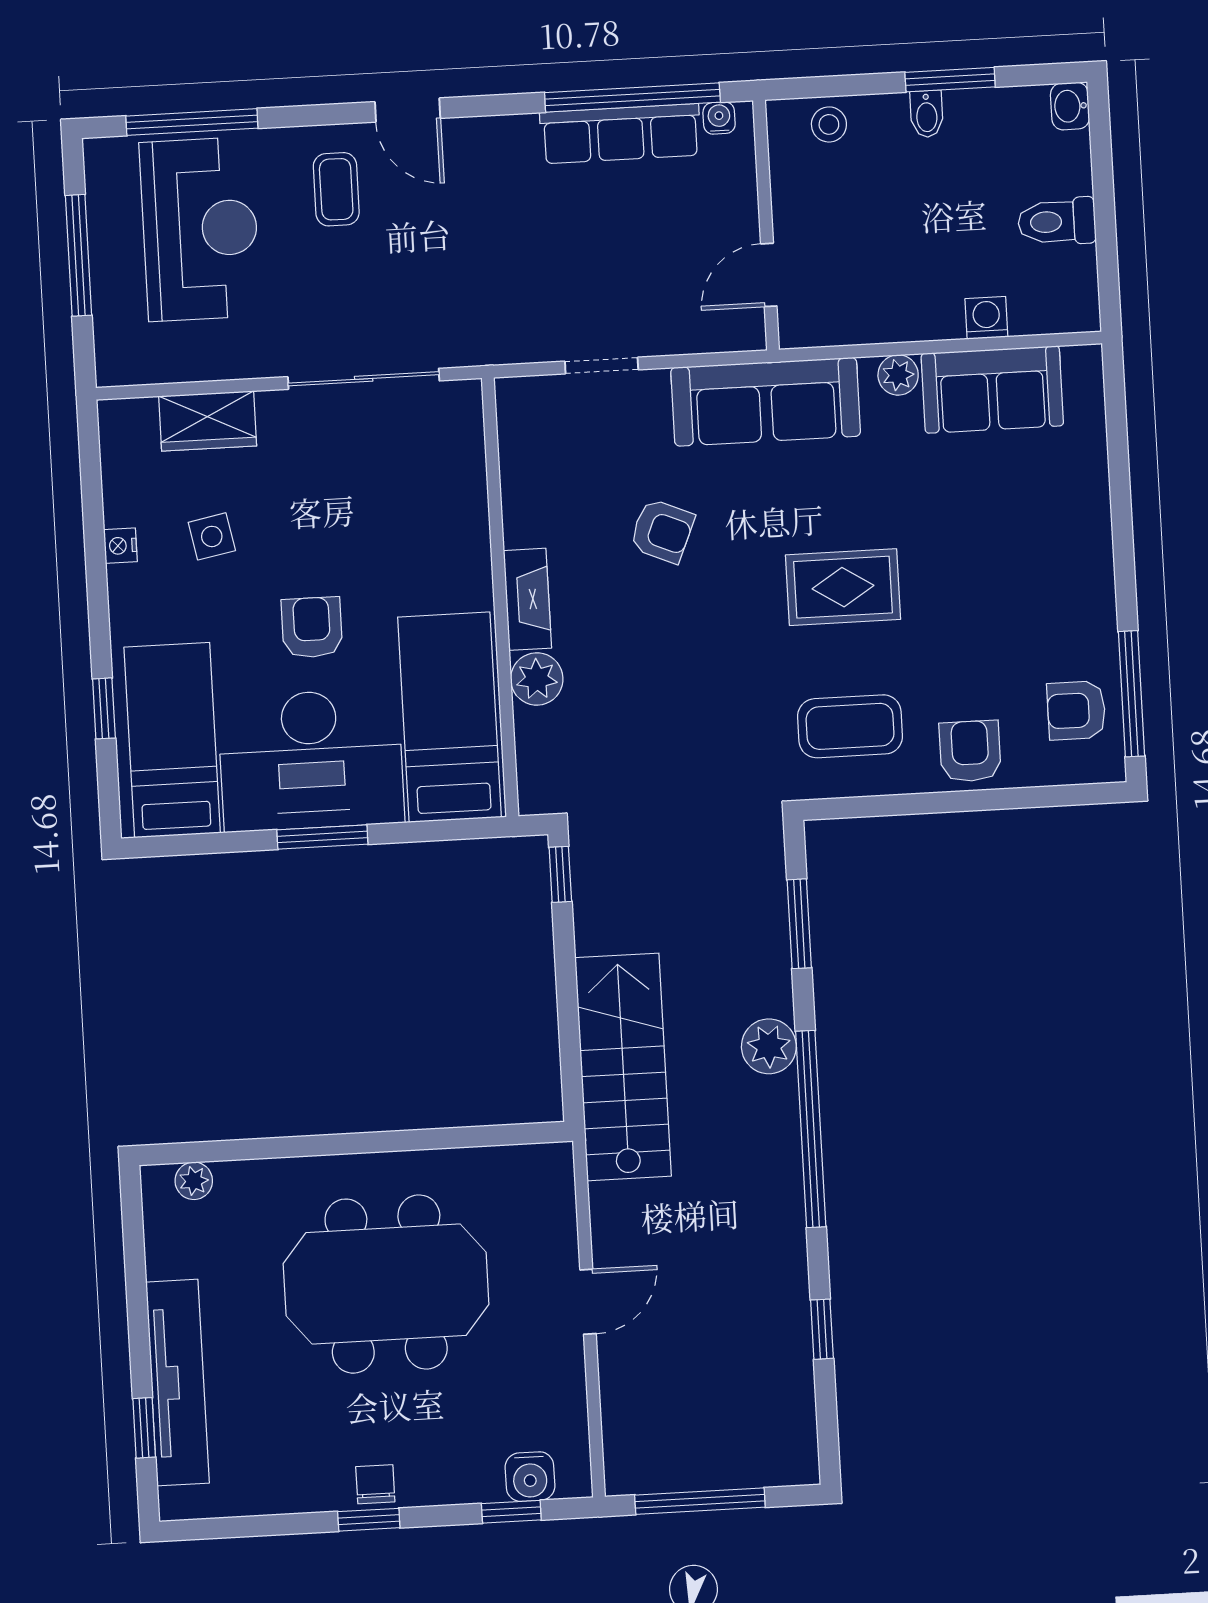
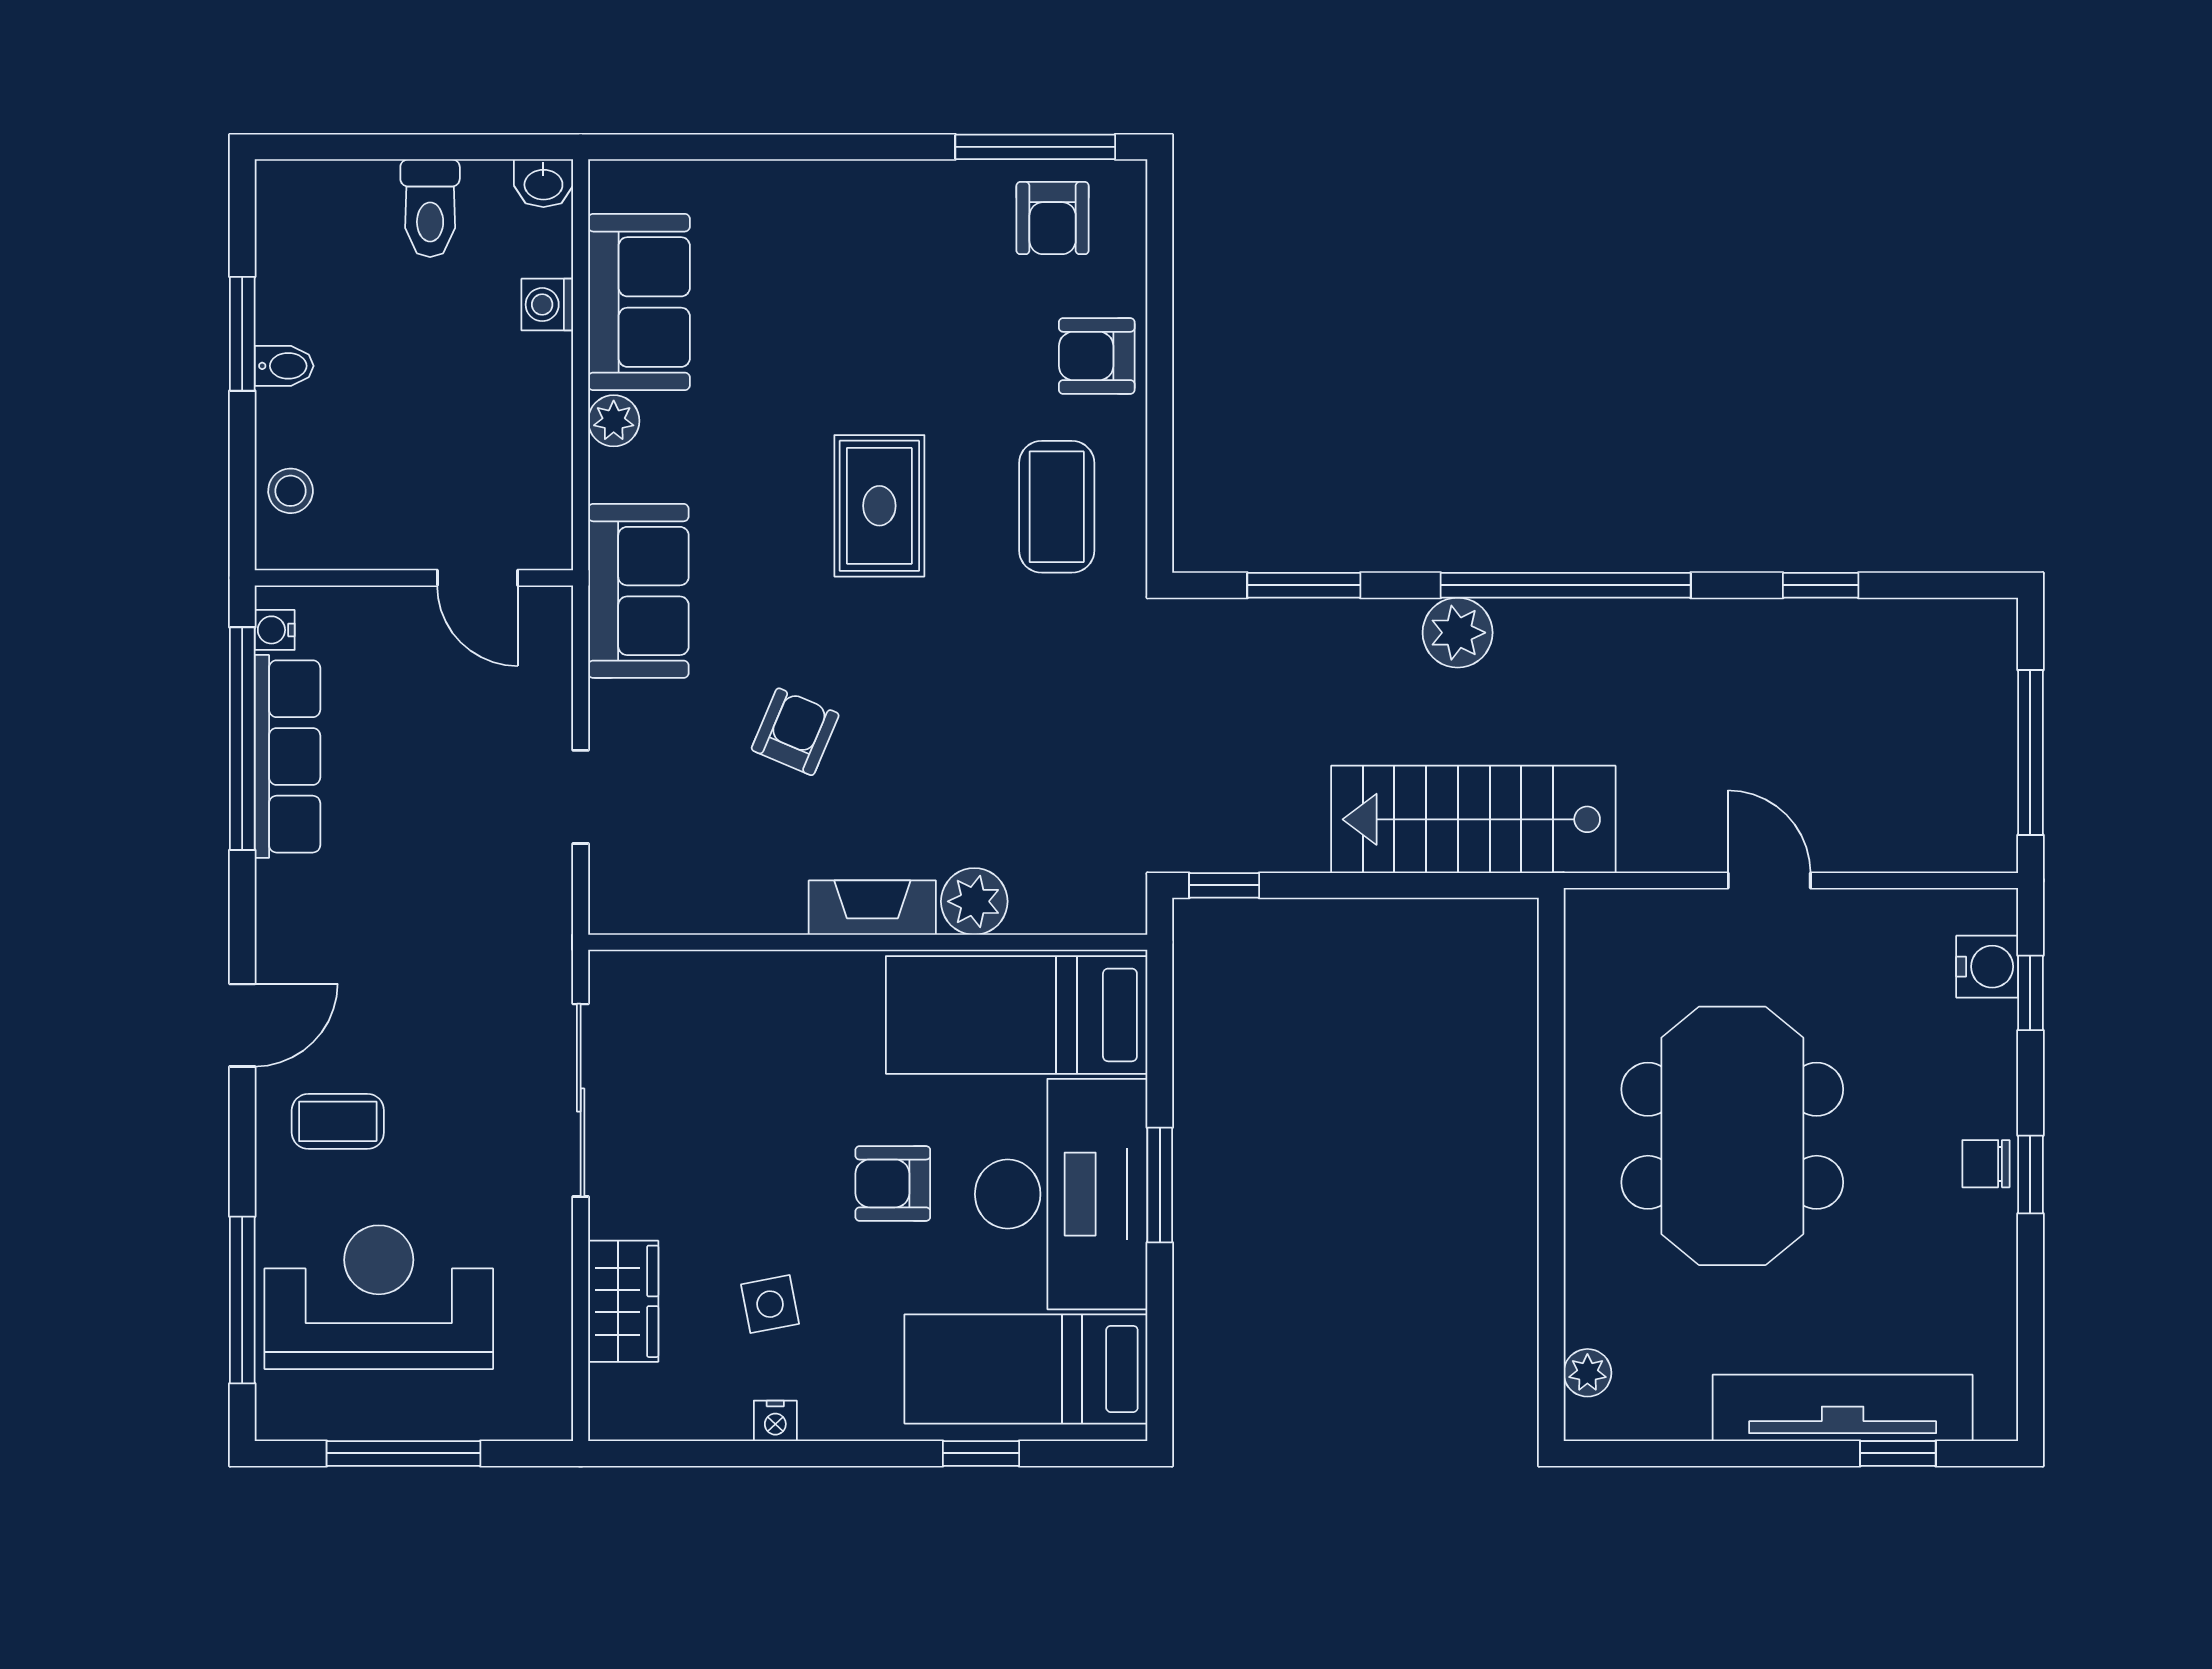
washbasin: (1070, 106) -> (543, 183), moved
sofa: (766, 402) -> (638, 591), width x0.73

